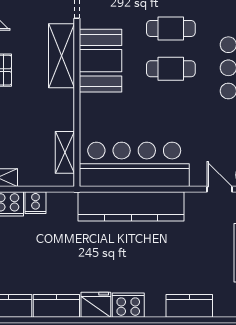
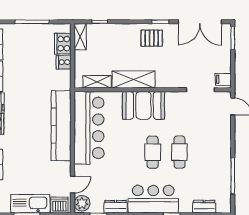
shelving: (62, 56) -> (134, 80), moved
booth: (100, 61) -> (143, 105), moved

